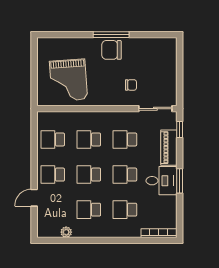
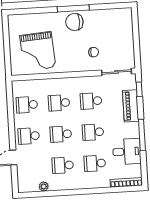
desk: (162, 181) -> (127, 152), moved
window: (180, 181) -> (142, 135), width x1.44

